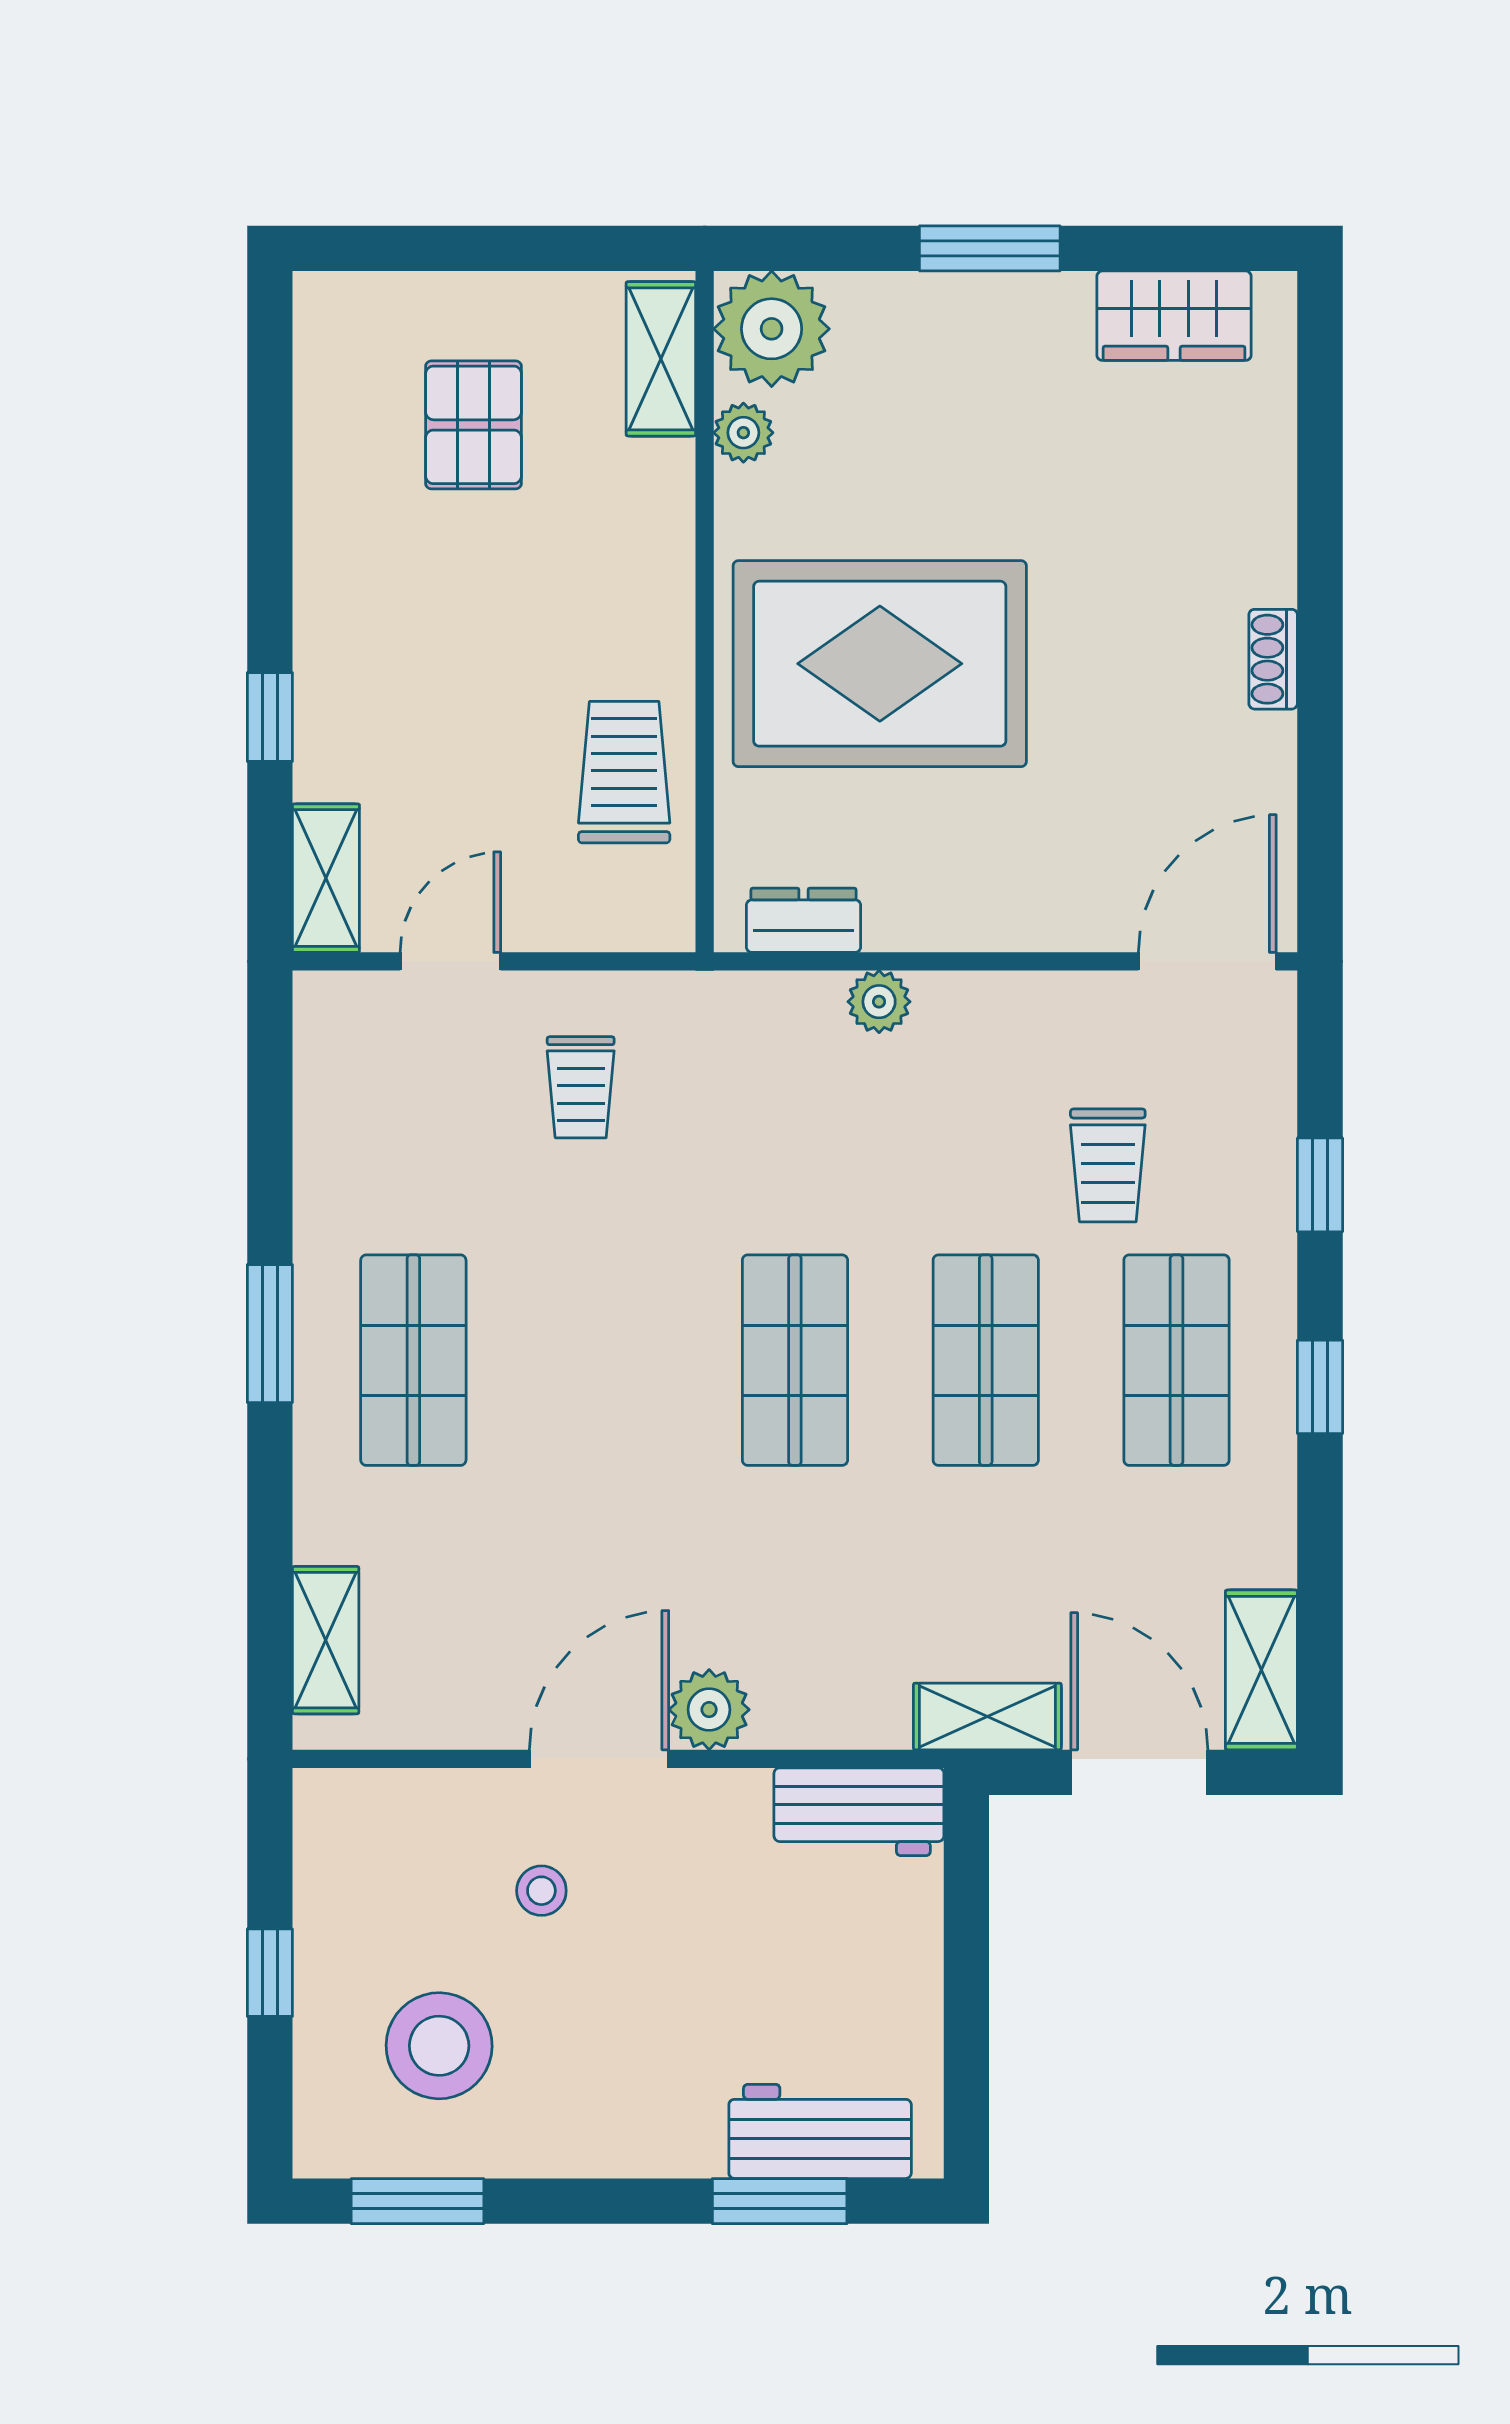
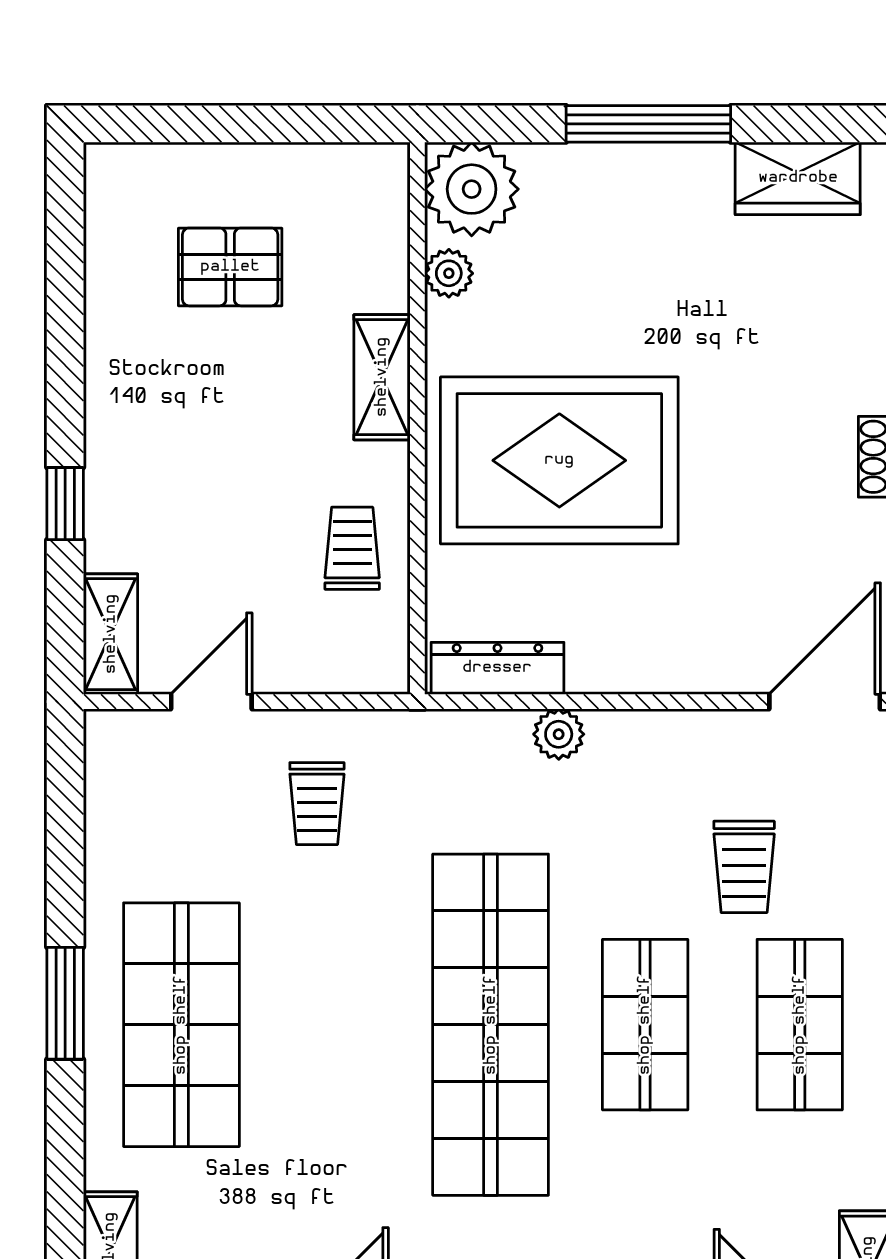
window: (990, 248) -> (648, 124), width x1.44
shelving: (661, 359) -> (382, 377), moved
pallet: (473, 425) -> (230, 267), turned 90
trolley: (624, 772) -> (352, 548), width x0.73, depth x0.72
dresser: (804, 920) -> (497, 668), width x1.44
shop shelf: (413, 1360) -> (181, 1025), width x1.43, depth x1.36
shop shelf: (795, 1360) -> (491, 1025), width x2.00, depth x1.36

